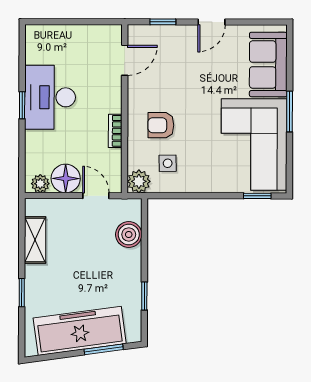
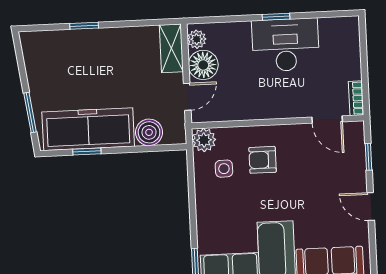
armchair: (161, 125) -> (263, 160), turned -90
bookcase: (115, 131) -> (356, 98), moved, turned -90
shelving: (35, 240) -> (171, 48), moved, turned 90
freezer: (80, 331) -> (88, 129), moved, turned -82

